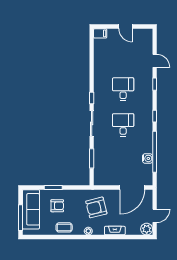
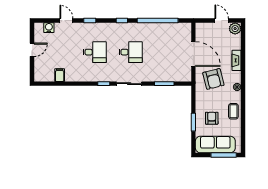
filing cabinet: (100, 33) -> (60, 75), moved
door: (155, 61) -> (66, 21), hinge flipped
desk: (123, 89) -> (95, 52), turned 180
desk: (123, 125) -> (131, 52), turned 180
water cooler: (148, 158) -> (49, 28), moved
door: (132, 187) -> (193, 54), moved

